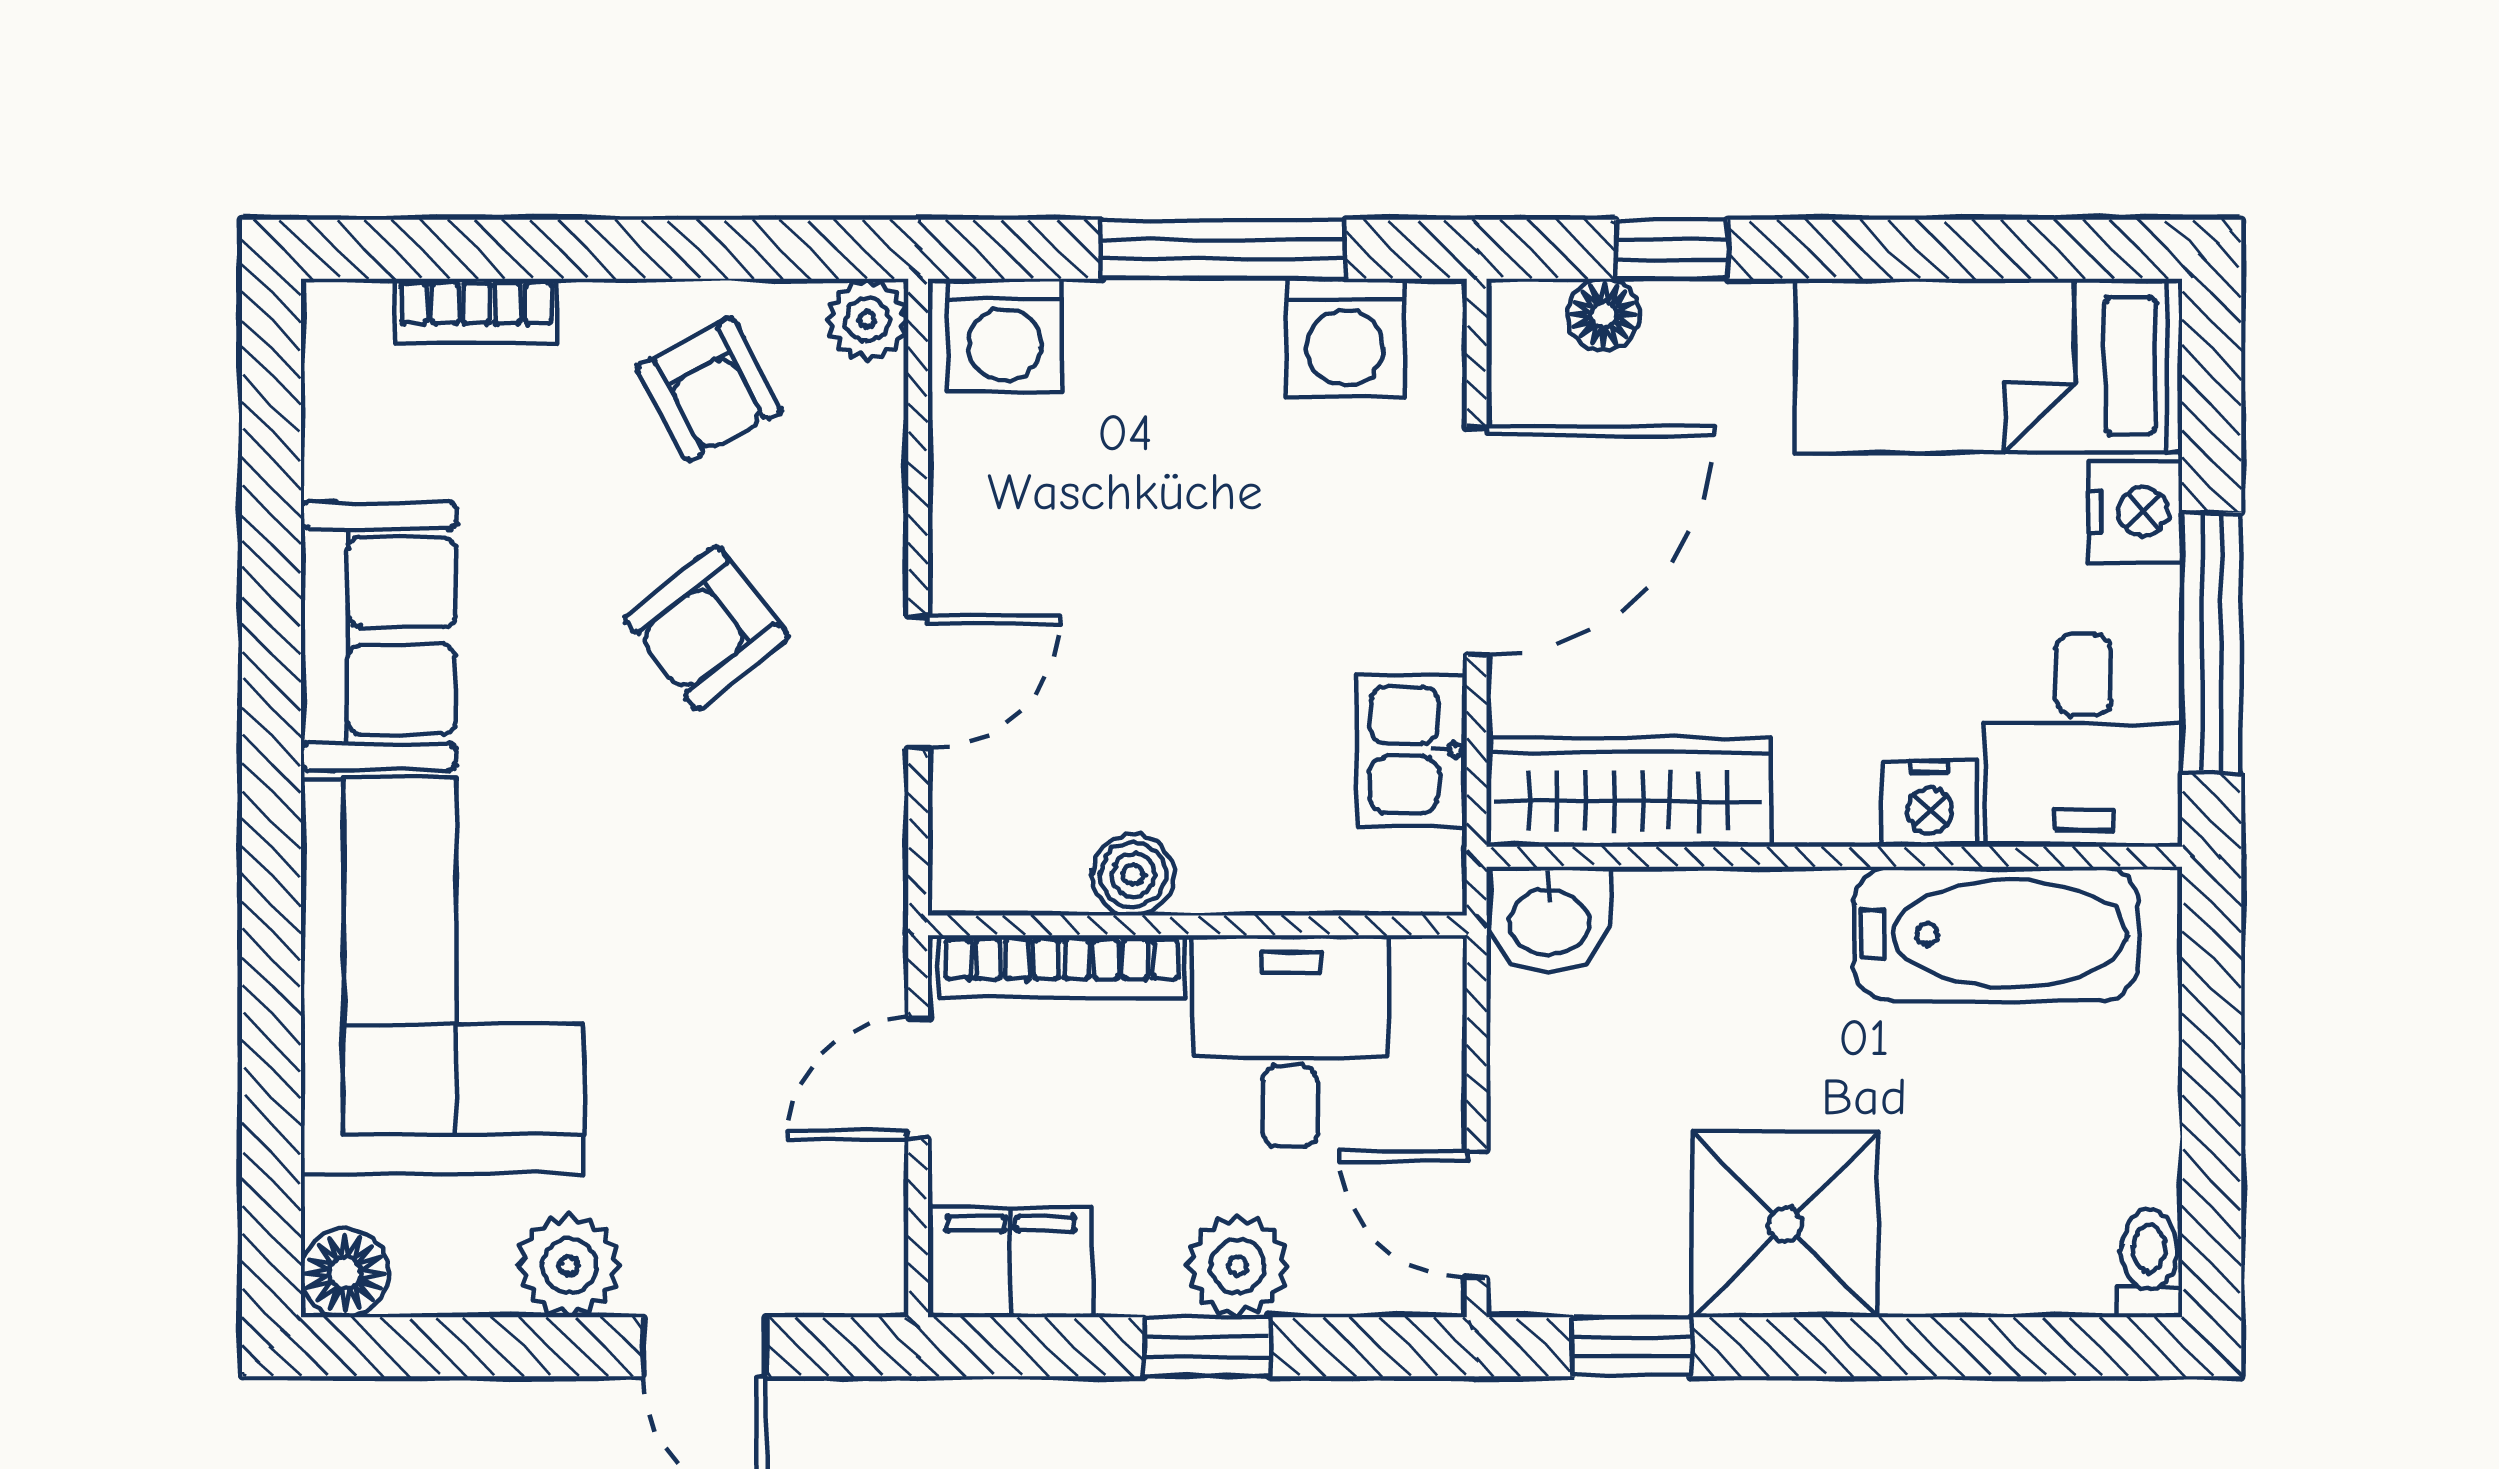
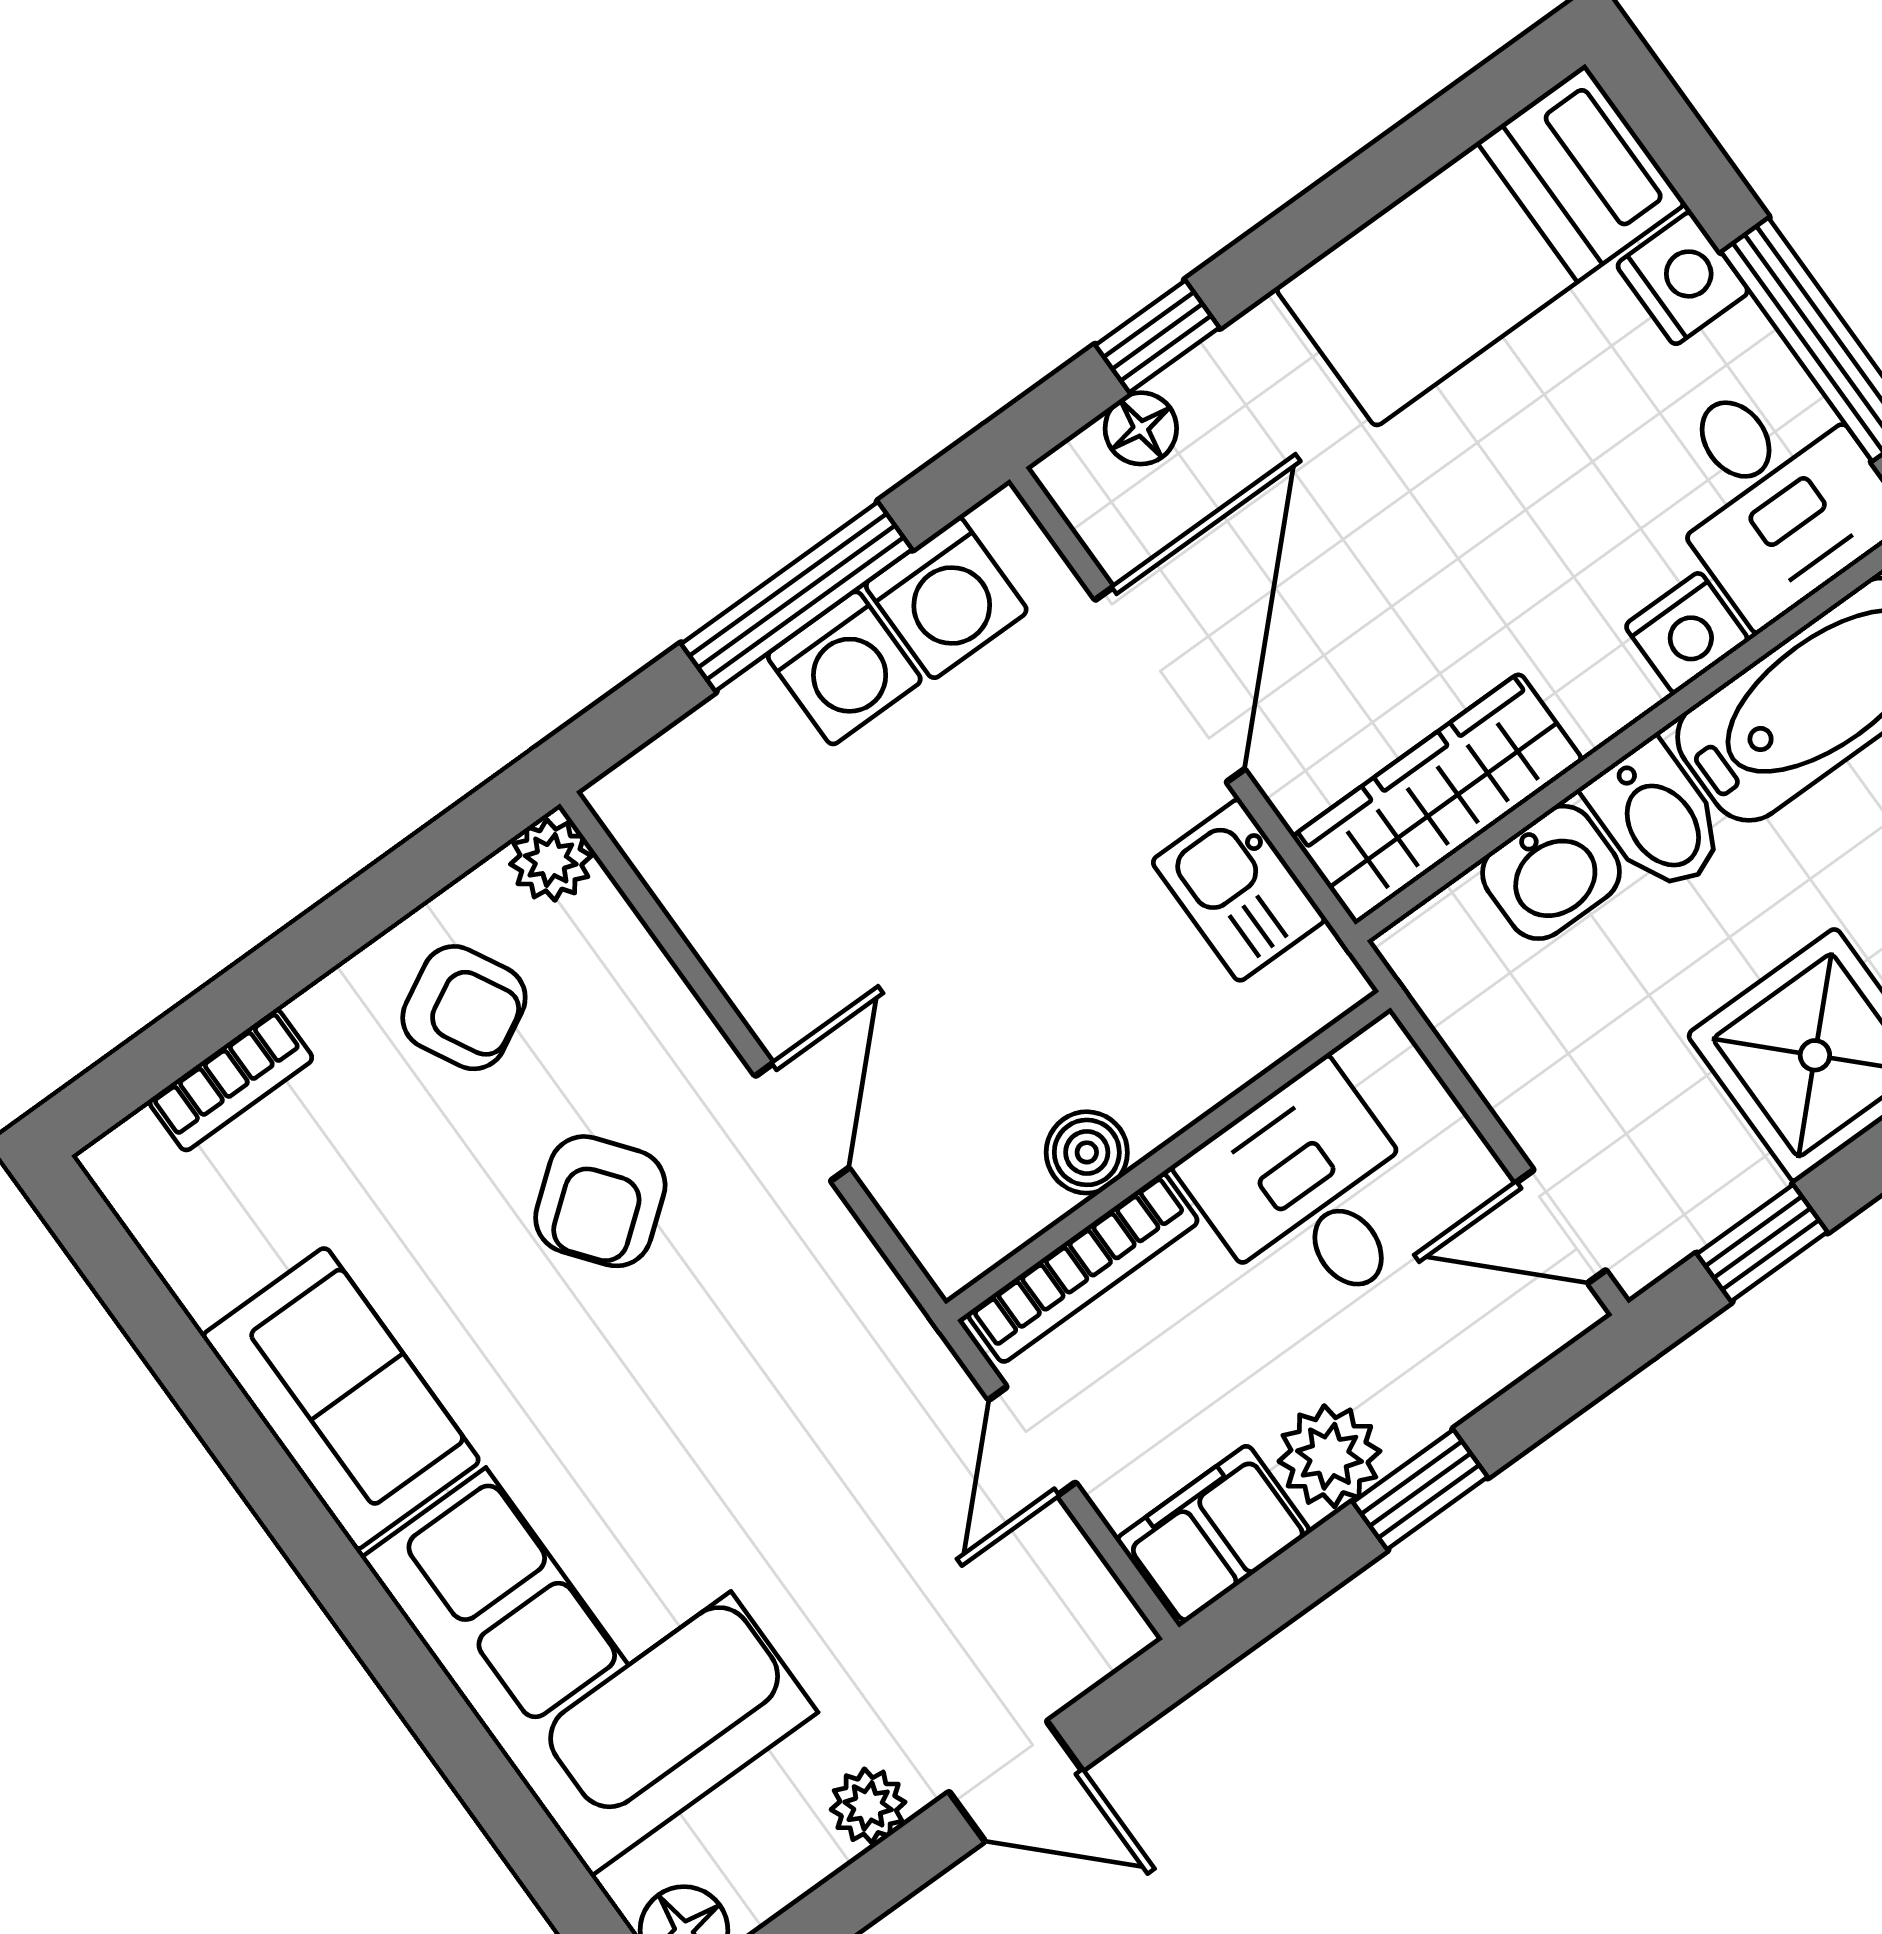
washing machine: (1005, 336) -> (844, 668), moved
washbasin: (1549, 919) -> (1551, 872), moved
bidet: (1796, 937) -> (1657, 818), added
plant: (569, 1266) -> (868, 1806), width x0.73, depth x0.73
plant: (1238, 1266) -> (1329, 1456), moved

